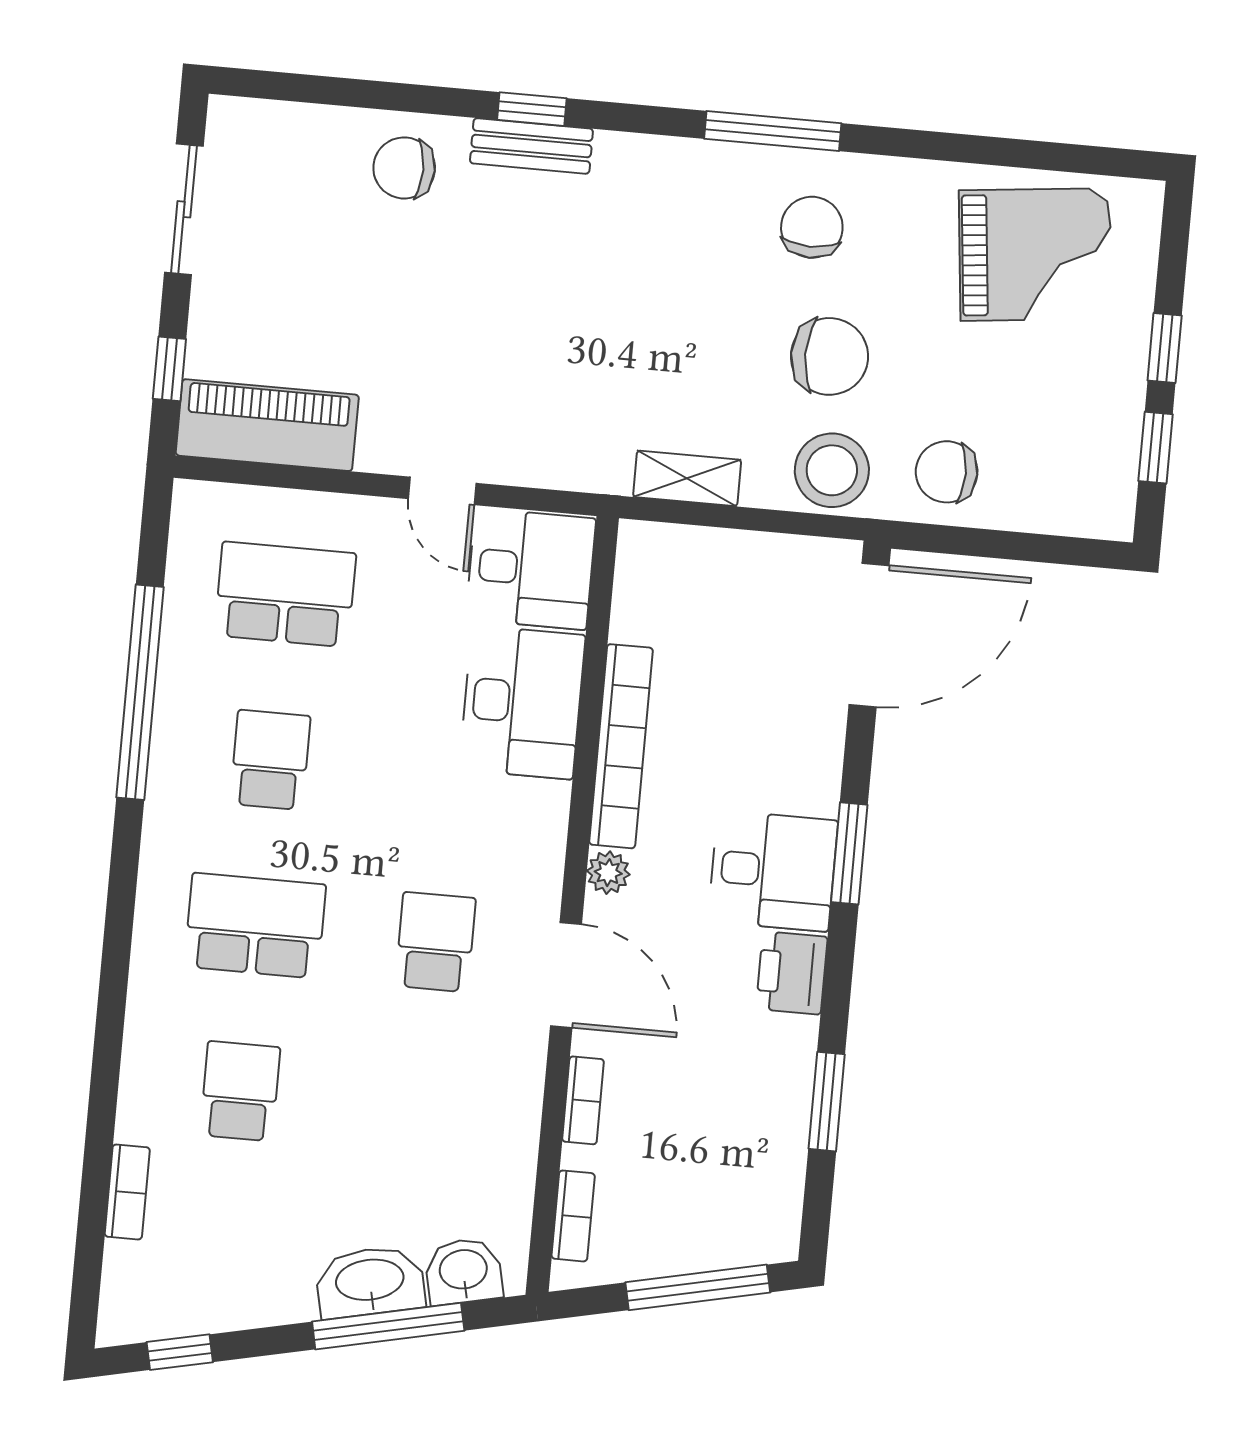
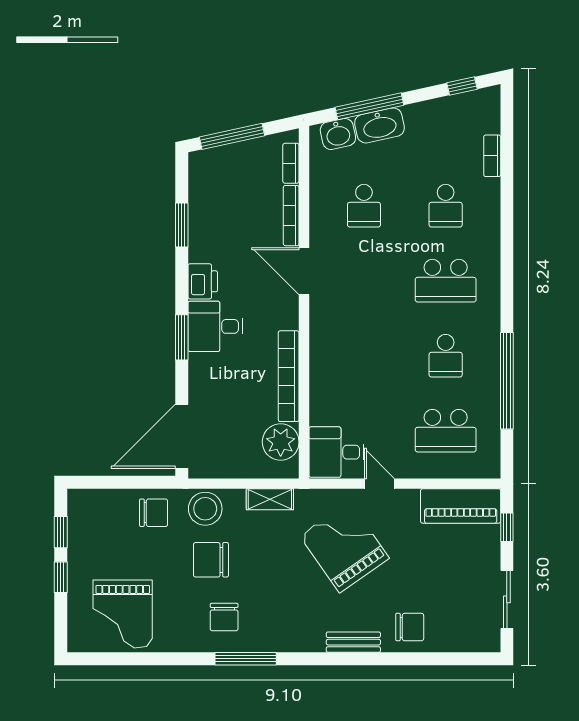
window: (532, 109) -> (355, 659), removed
grand piano: (1035, 255) -> (123, 614), turned -84
grand piano: (532, 358) -> (344, 547), added
desk: (522, 702) -> (335, 392), removed
plant: (608, 873) -> (281, 442), moved, width x1.88, depth x1.88
school desk: (435, 942) -> (364, 206), moved
bookcase: (583, 1100) -> (291, 216), width x1.56

